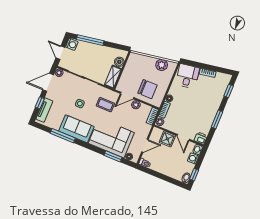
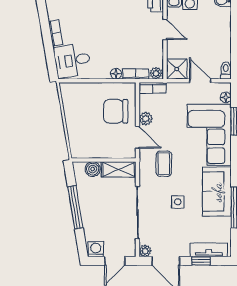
window: (90, 40) -> (75, 207), moved
plant: (162, 65) -> (72, 105), removed
chair: (147, 89) -> (116, 111), turned -90
door: (183, 137) -> (165, 29), hinge flipped
shower: (167, 139) -> (177, 69), moved

